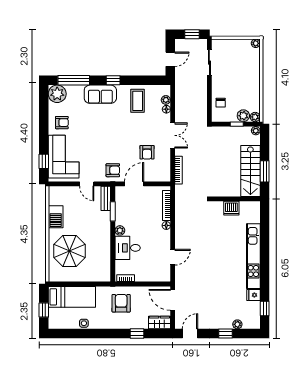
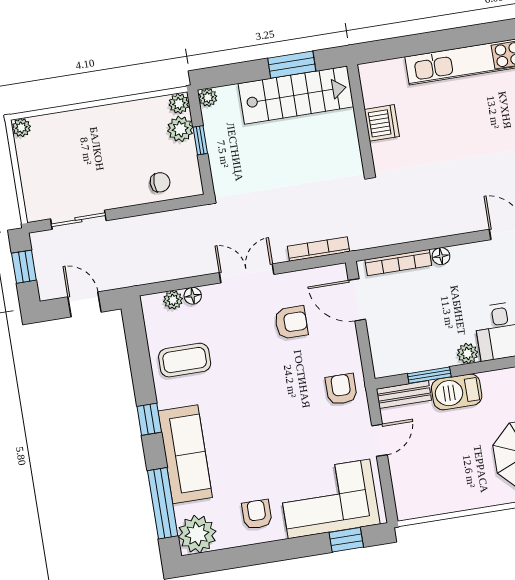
sofa: (100, 94) -> (185, 454), width x1.36
door: (134, 184) -> (357, 300), moved
barbecue: (56, 217) -> (457, 392), moved, turned 180

